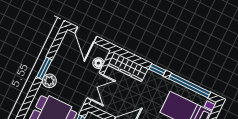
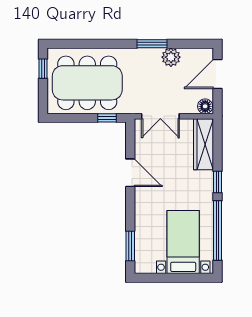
floor lamp: (98, 63) -> (205, 106), moved
plant: (49, 81) -> (171, 57), moved

